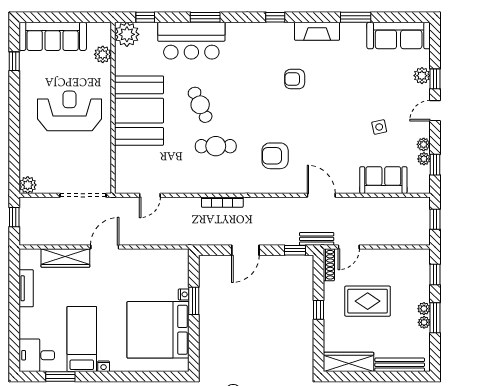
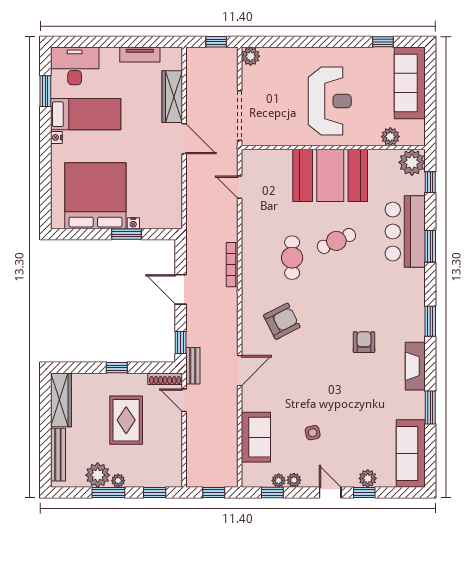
window: (275, 17) -> (430, 321), width x1.50
armchair: (275, 156) -> (282, 321), turned 63
plant: (424, 322) -> (98, 475), width x1.88, depth x1.88
desk: (37, 355) -> (75, 66), width x1.37

